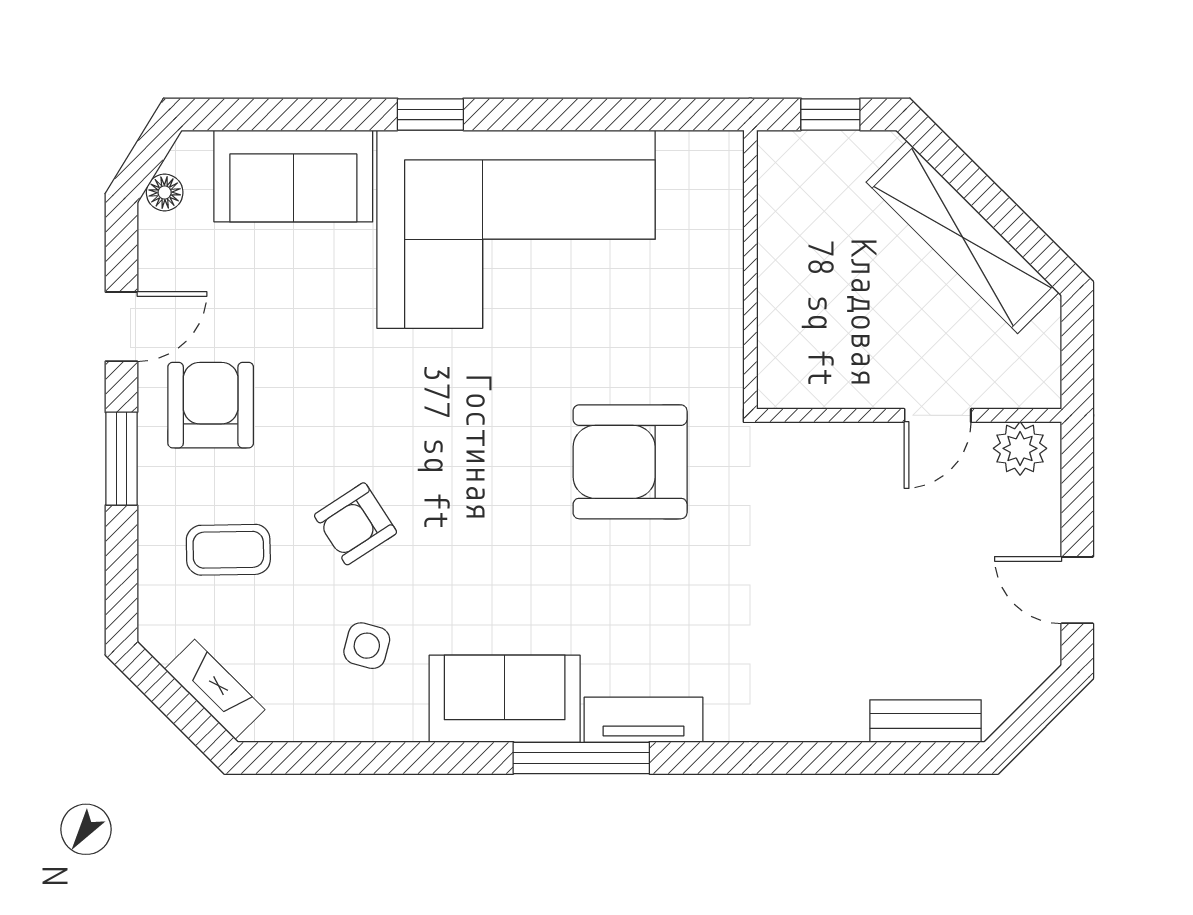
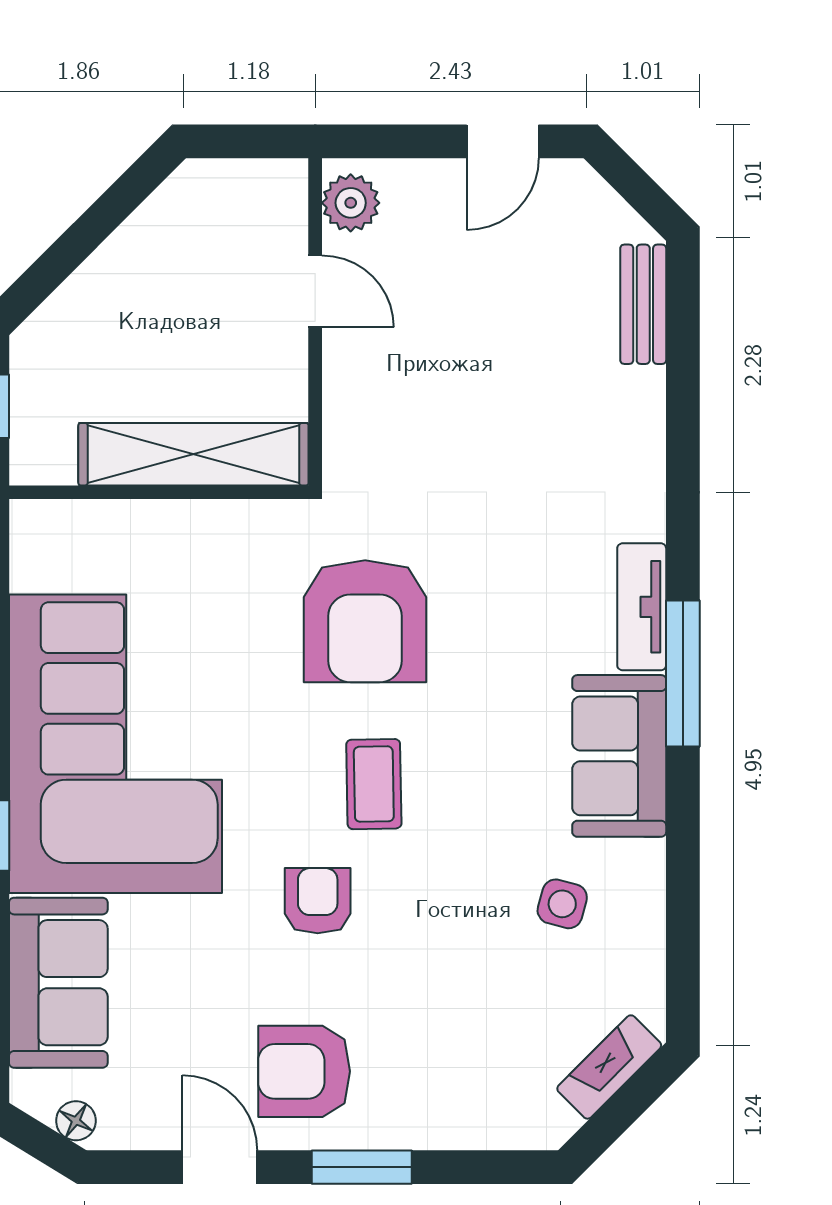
shelving: (963, 237) -> (193, 454), moved, turned 45
armchair: (356, 524) -> (318, 901), moved, turned -147
coffee table: (228, 550) -> (374, 784), moved

